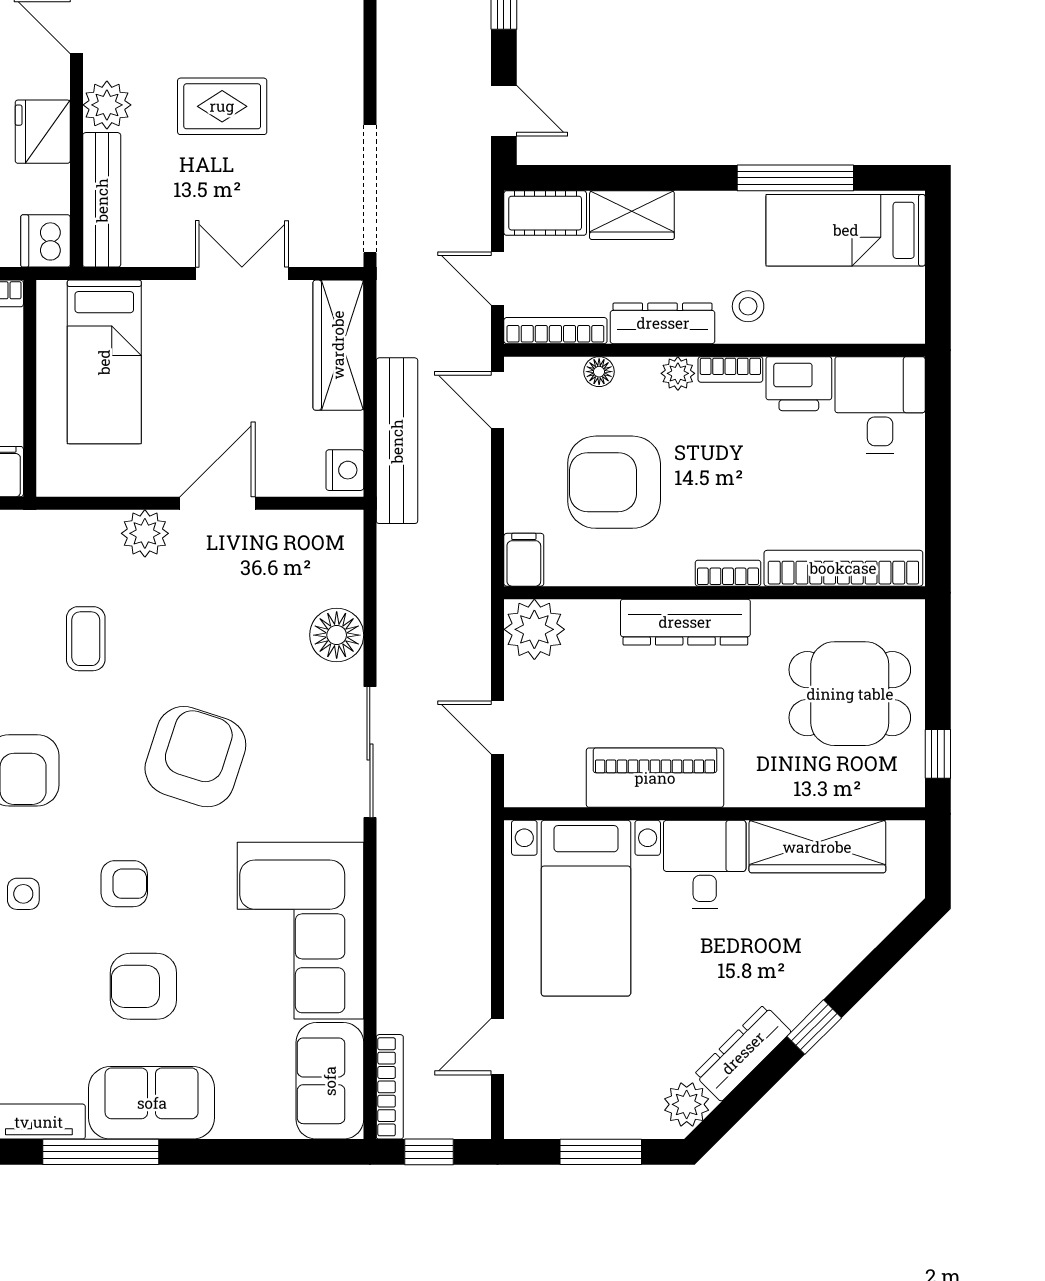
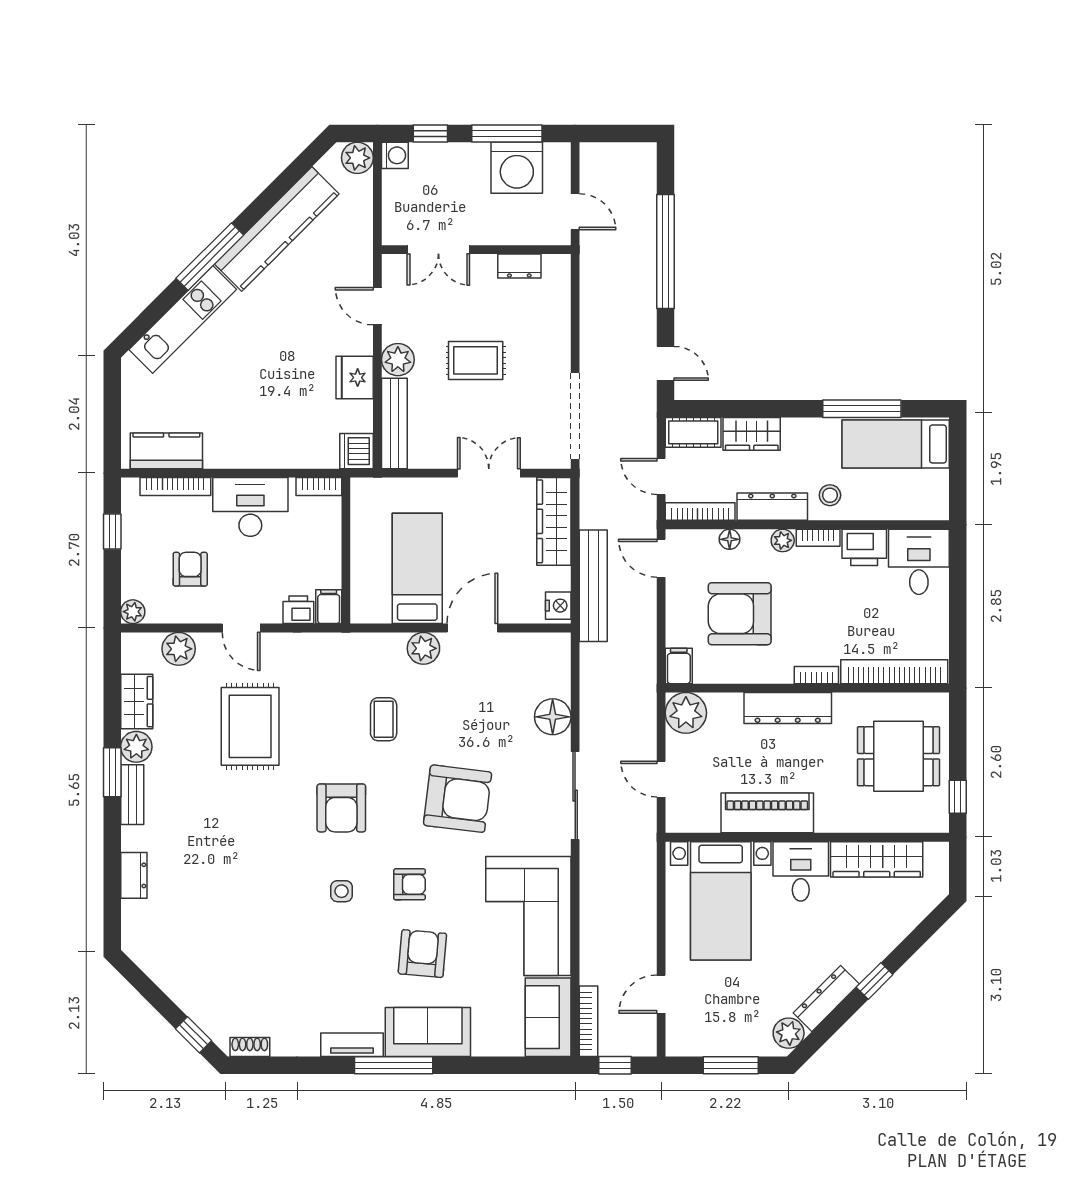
bed: (104, 362) -> (417, 568), moved, turned 180
armchair: (195, 757) -> (458, 799), turned 79
armchair: (143, 986) -> (422, 954), turned 95

